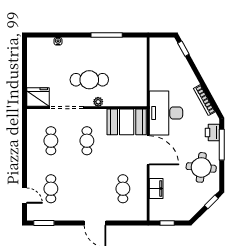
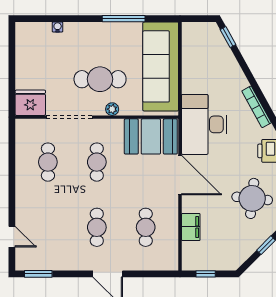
sofa: (134, 70) -> (161, 66), added
cafe table: (51, 189) -> (97, 227), moved

